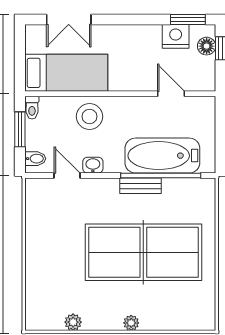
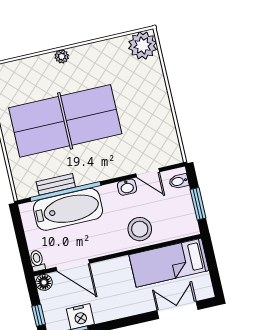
floor lamp: (207, 46) -> (44, 282), moved
door: (171, 94) -> (73, 265), width x1.38
toilet: (32, 108) -> (37, 261), moved
bench: (141, 186) -> (56, 184), moved
plant: (73, 322) -> (143, 45), moved, width x1.87, depth x1.87

